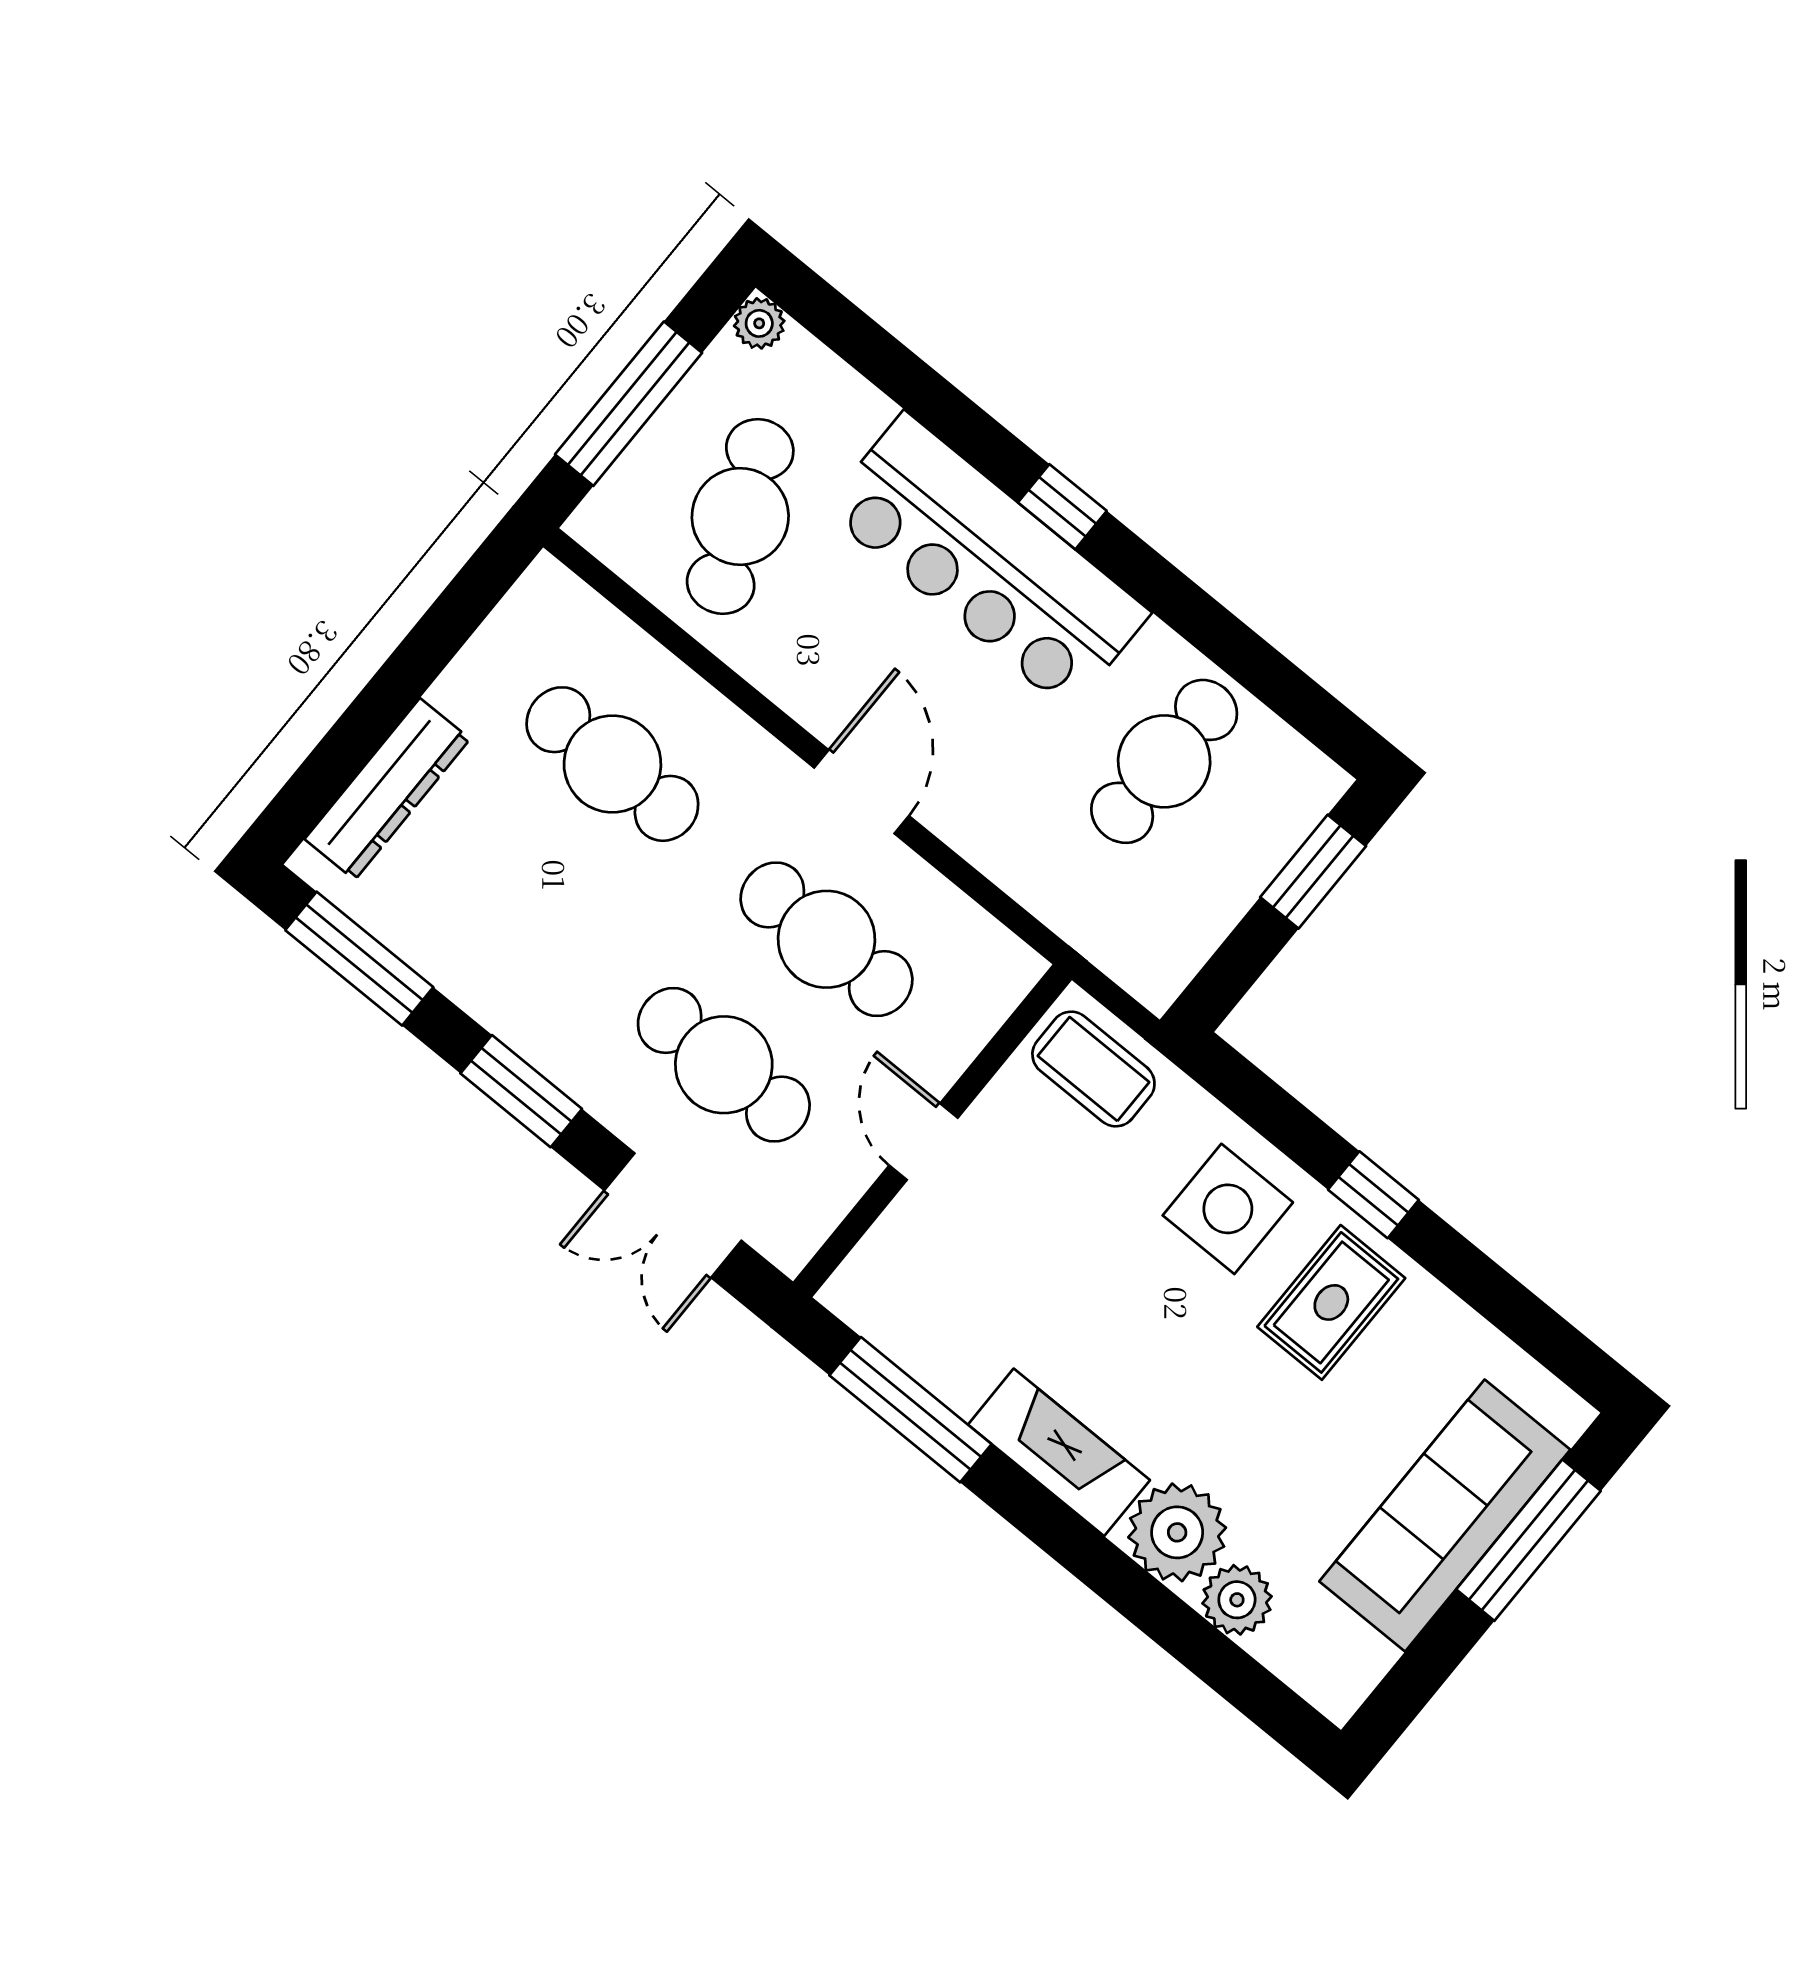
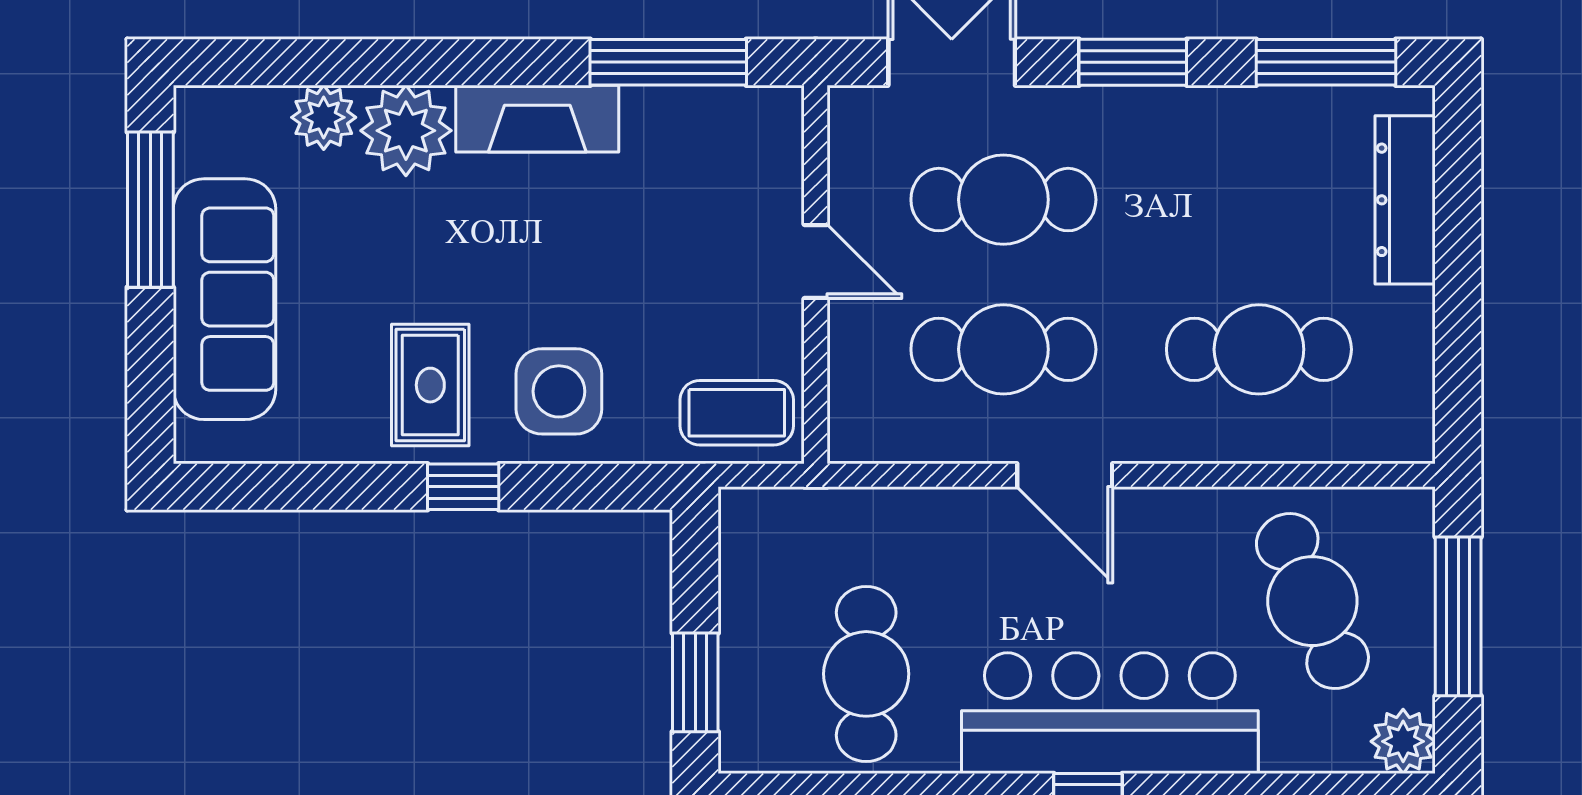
plant: (759, 323) -> (1403, 741), width x1.38, depth x1.38
window: (1528, 1540) -> (150, 210), moved

